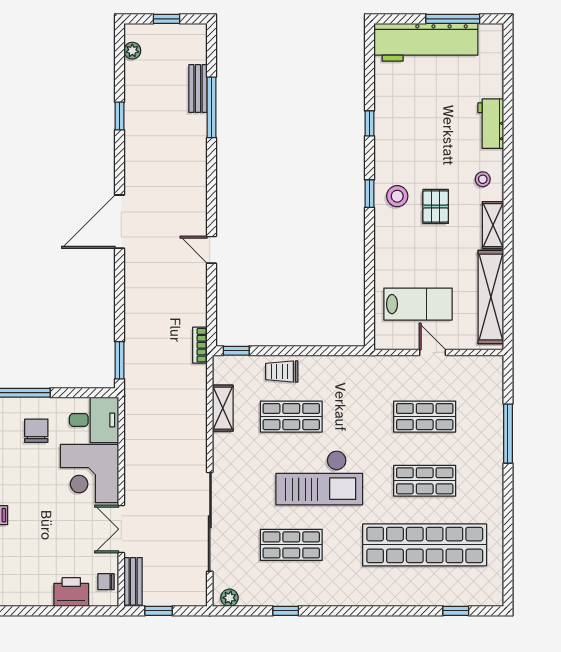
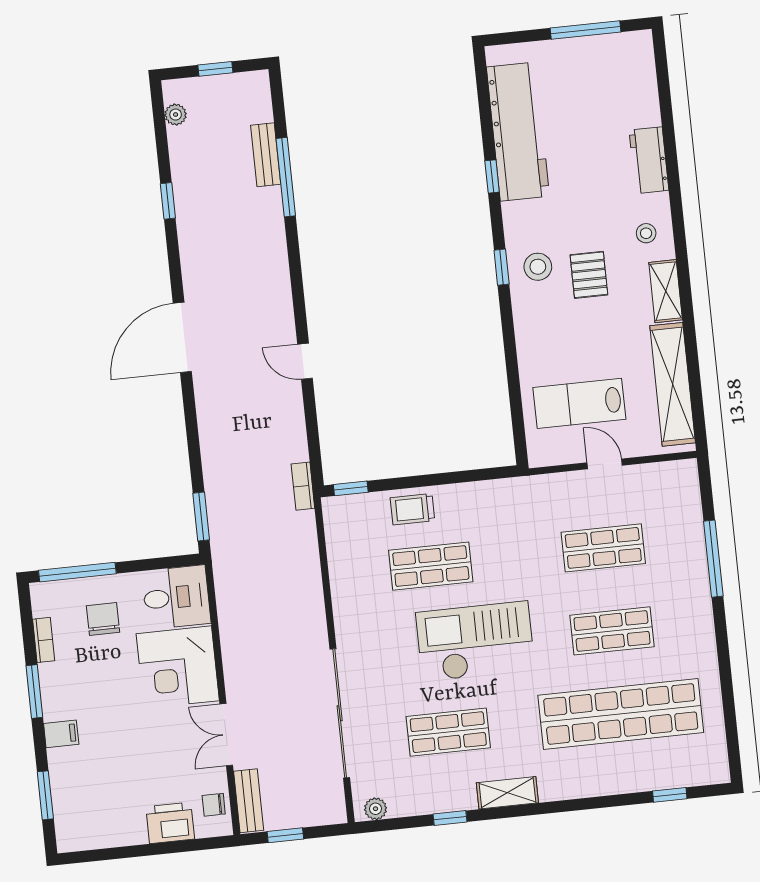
workbench: (426, 42) -> (518, 132), moved, turned -90
lab bench: (418, 304) -> (579, 403), turned 180
shelving: (223, 408) -> (507, 793), moved, turned 90
checkout: (319, 478) -> (475, 641), turned 180

